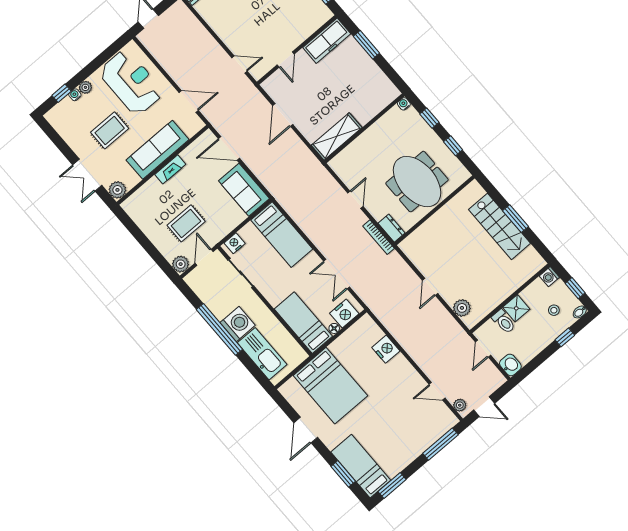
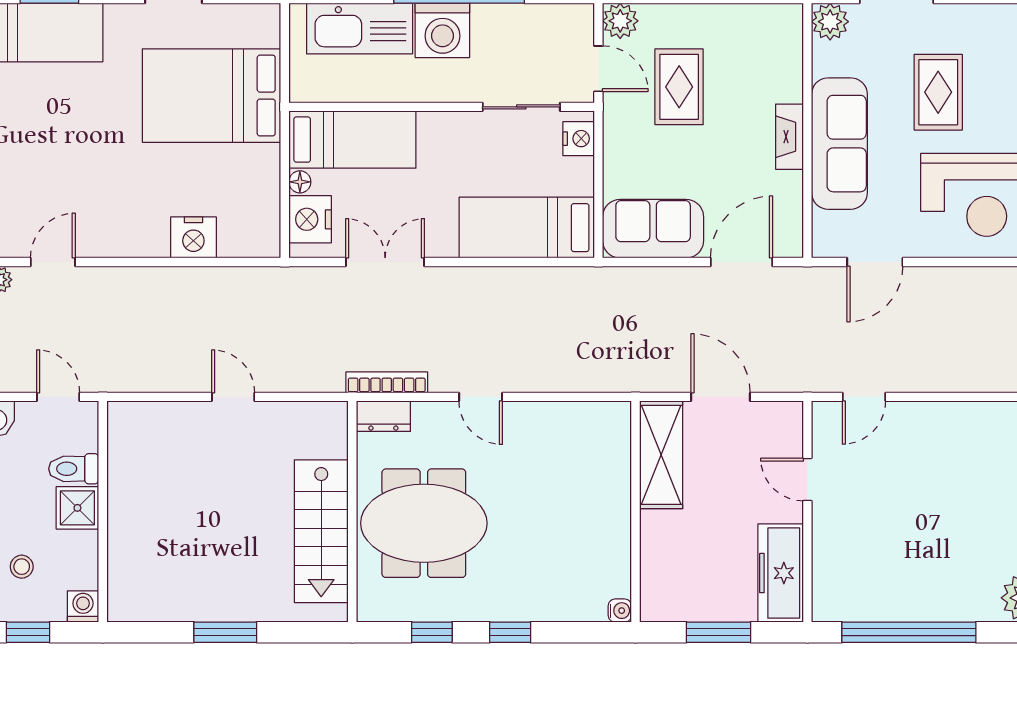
water cooler: (404, 104) -> (620, 611), moved
wall: (364, 128) -> (635, 512), moved
shelving: (337, 136) -> (661, 455), moved
stairs: (500, 226) -> (321, 531), moved, turned -90
plant: (462, 308) -> (154, 420), removed

